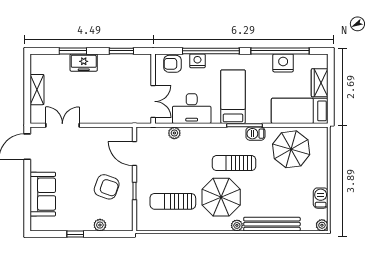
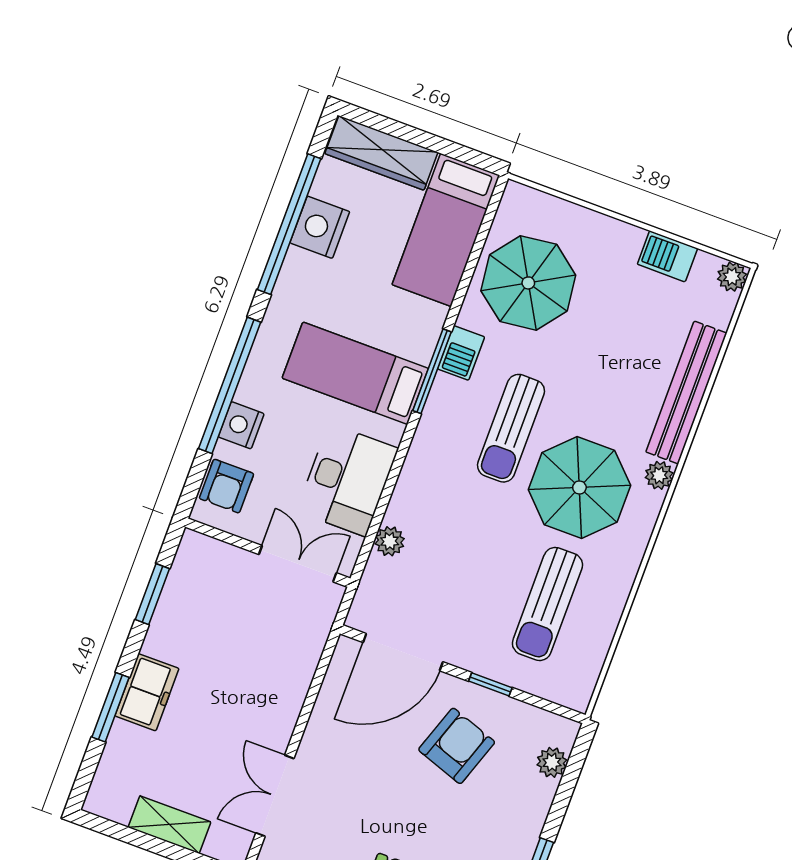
wardrobe: (320, 83) -> (381, 153), width x1.50
door: (135, 154) -> (403, 652), width x1.36
plant: (100, 225) -> (552, 762), moved

